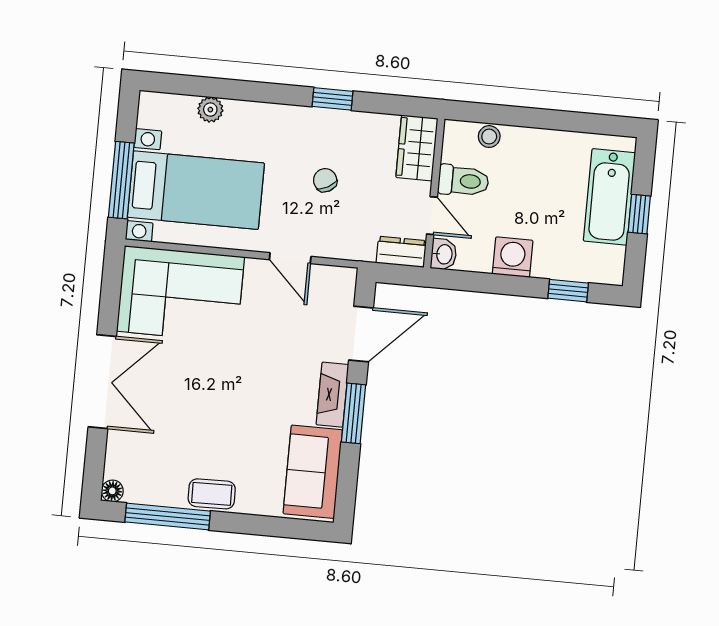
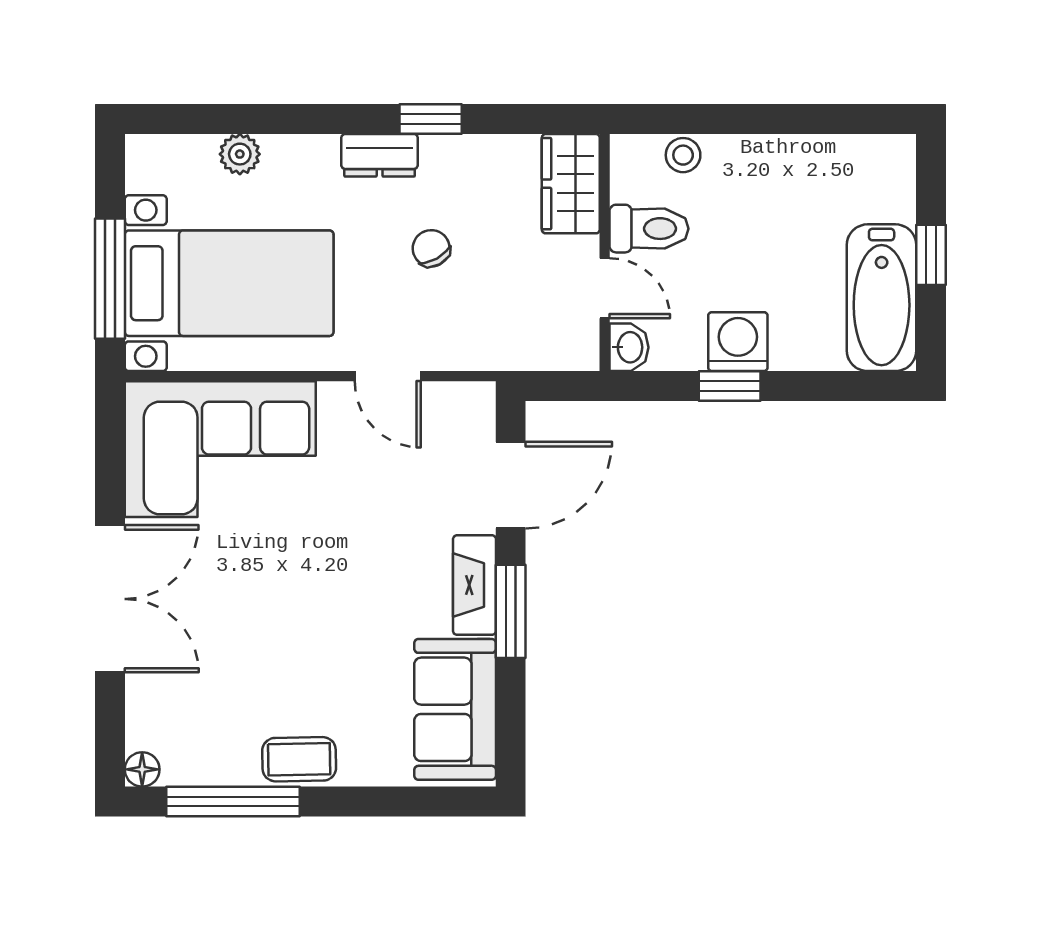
bathtub: (609, 197) -> (882, 298), moved
dresser: (401, 252) -> (380, 155), moved, turned 180
window: (568, 291) -> (730, 386), moved

